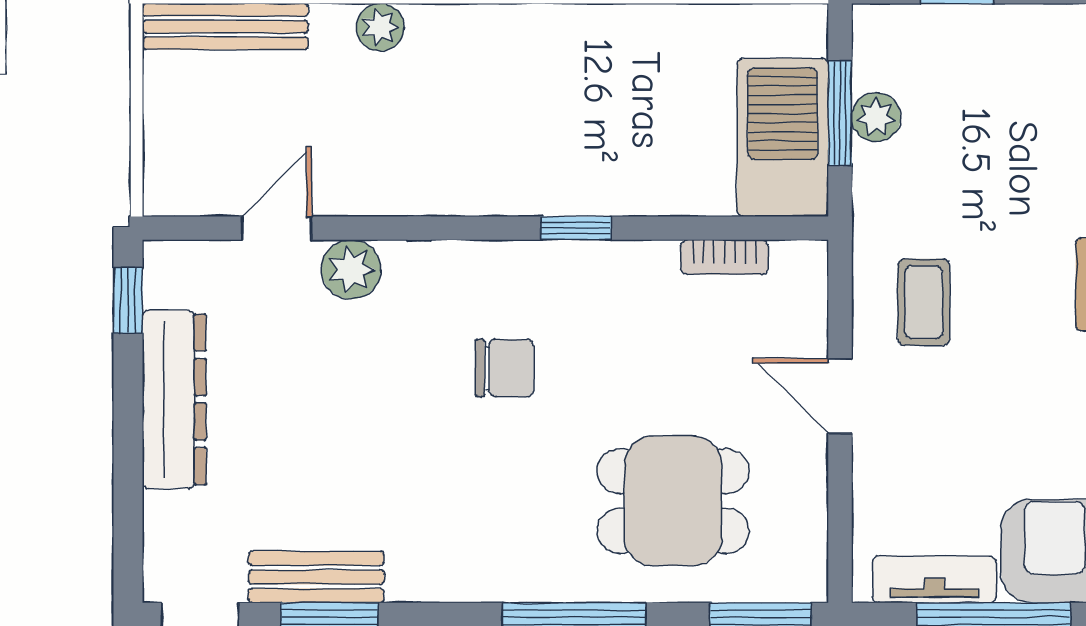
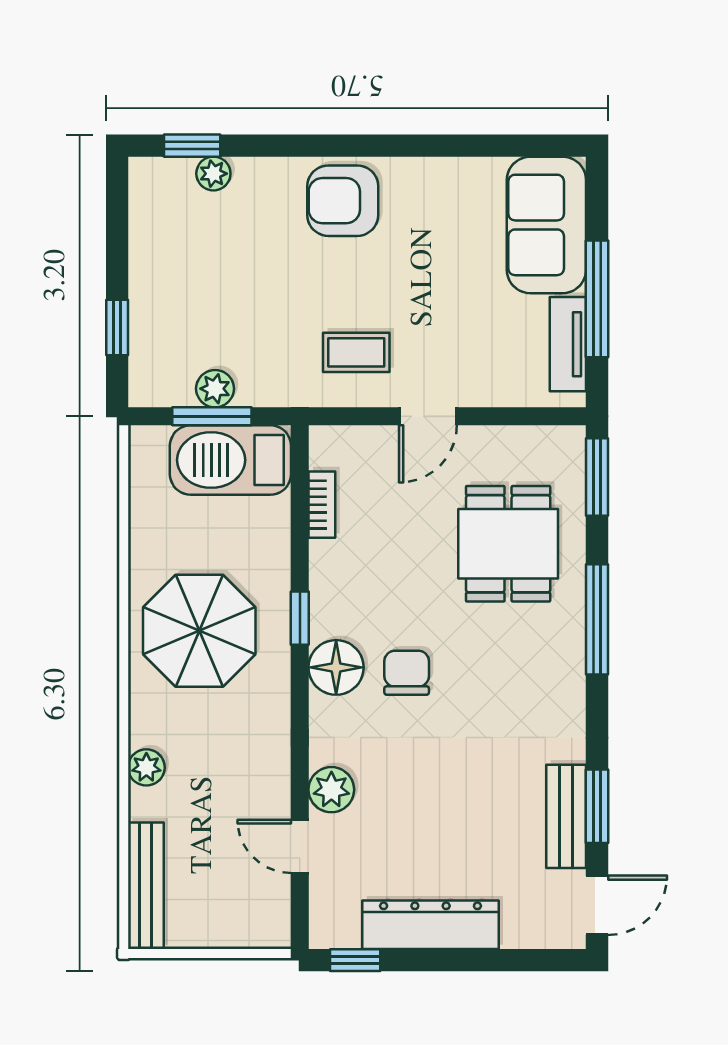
parasol: (559, 97) -> (199, 631), added
floor lamp: (511, 276) -> (336, 667), added

